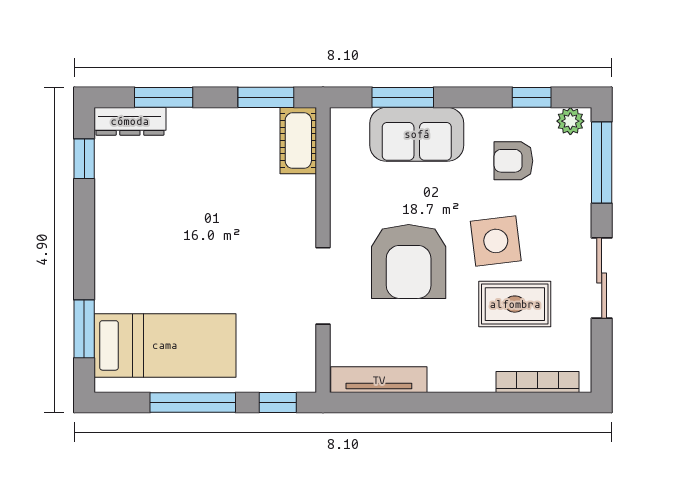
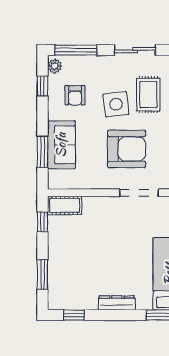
window: (266, 97) -> (42, 222), width x0.67
dresser: (130, 121) -> (117, 303), moved, turned -90

